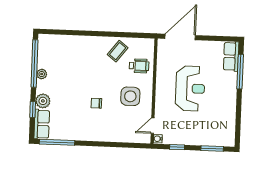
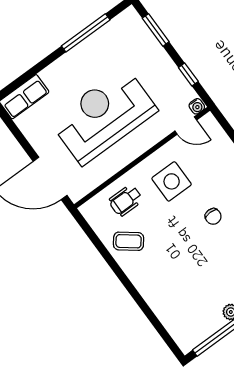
wheelchair: (139, 66) -> (126, 200), turned -90
window: (240, 72) -> (86, 33), moved
reception desk: (190, 88) -> (104, 116), width x1.36, depth x1.30

